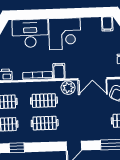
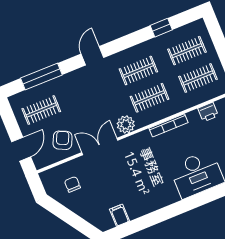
filing cabinet: (107, 24) -> (119, 215), moved
corner desk: (65, 34) -> (154, 189), removed
filing cabinet: (59, 71) -> (144, 141), removed

